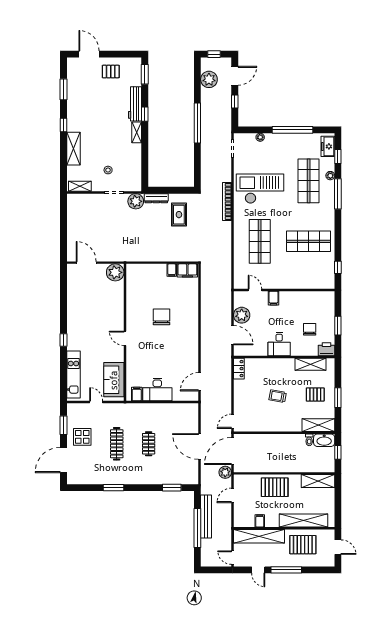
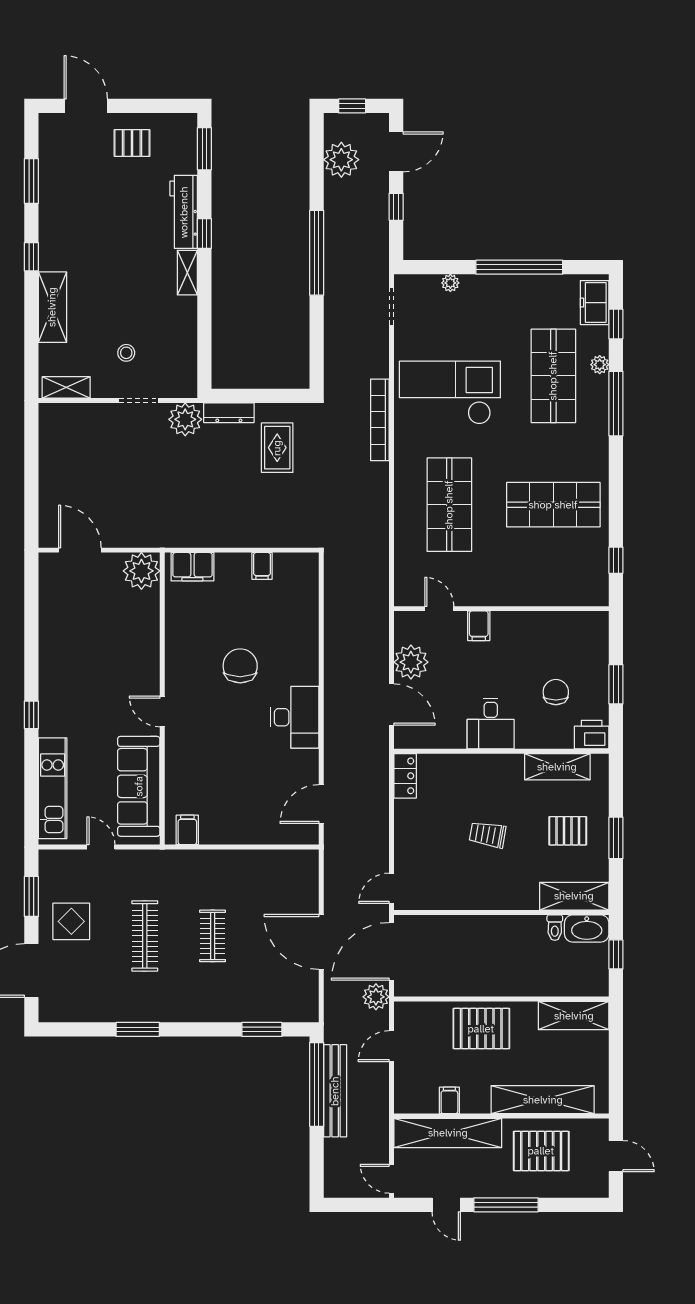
filing cabinet: (187, 270) -> (192, 567), moved
sofa: (114, 380) -> (139, 786), width x1.36
desk: (157, 390) -> (295, 717), moved, turned -90
window: (197, 528) -> (317, 1084), moved

